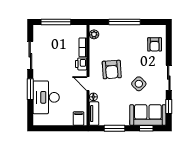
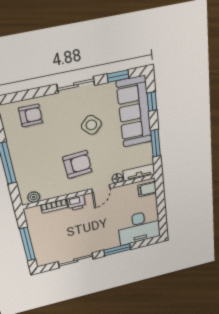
desk: (46, 97) -> (139, 227), moved
sofa: (148, 115) -> (134, 112), width x1.36

